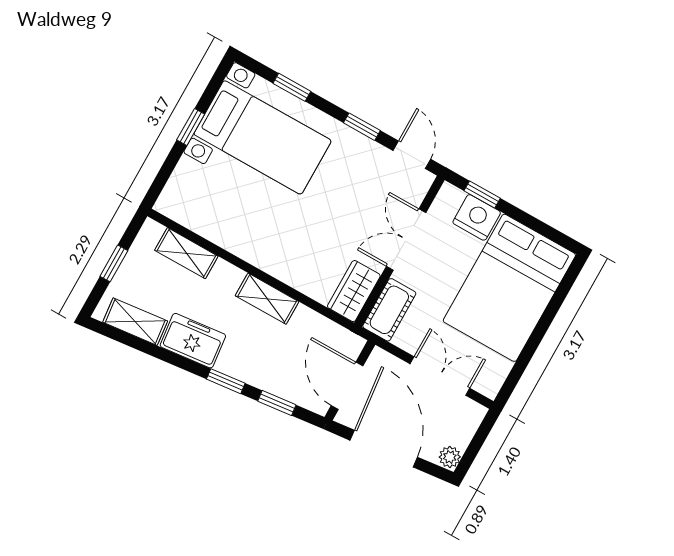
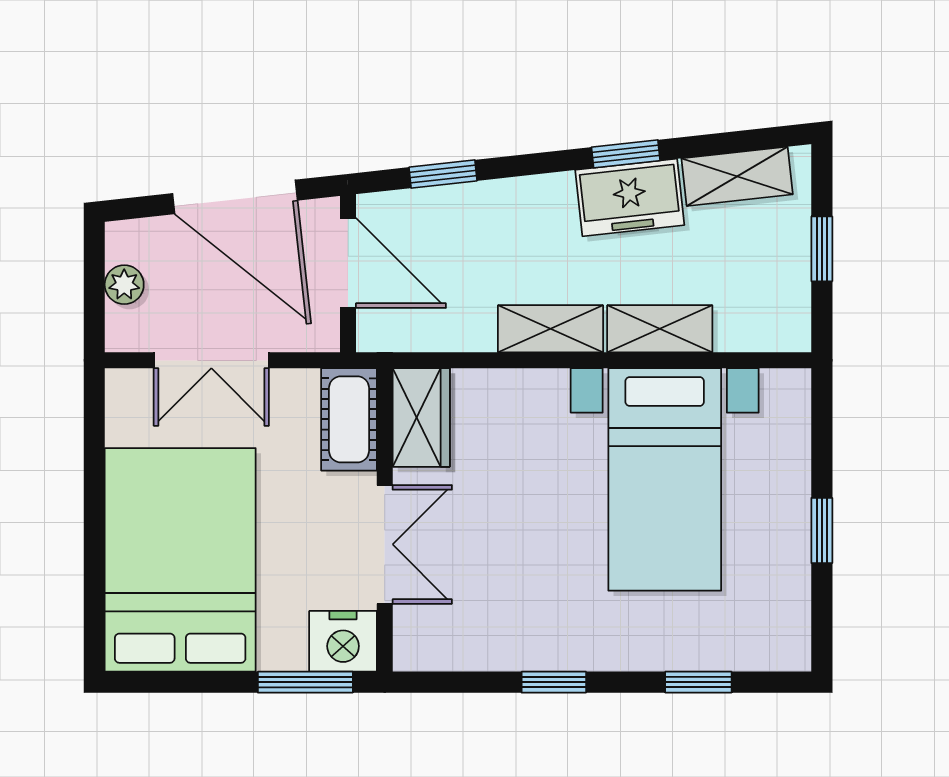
bed with nightstands: (263, 137) -> (665, 479), moved, turned -90
door: (412, 155) -> (451, 682), removed
window: (482, 195) -> (305, 682), width x1.50
nightstand: (477, 217) -> (343, 641), moved
shelving: (186, 253) -> (660, 329), moved
window: (226, 381) -> (626, 154), moved
plant: (450, 457) -> (124, 285), moved

